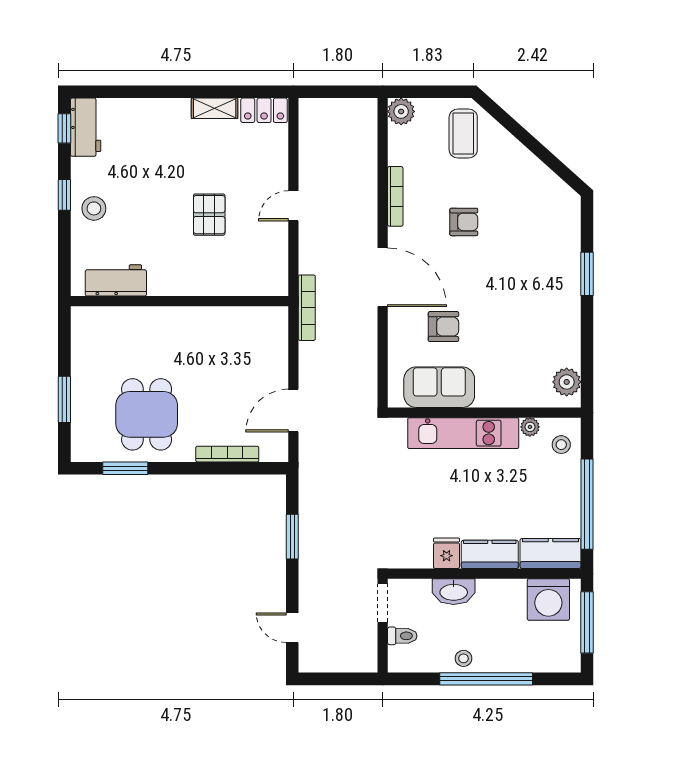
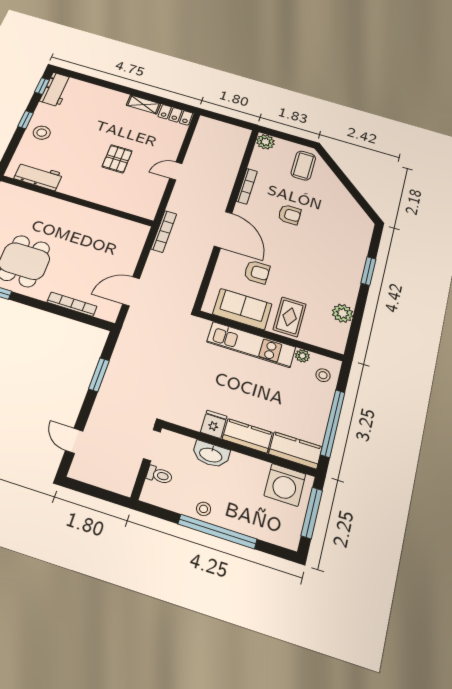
rug: (501, 378) -> (290, 317), added
plant: (567, 382) -> (343, 313), moved

